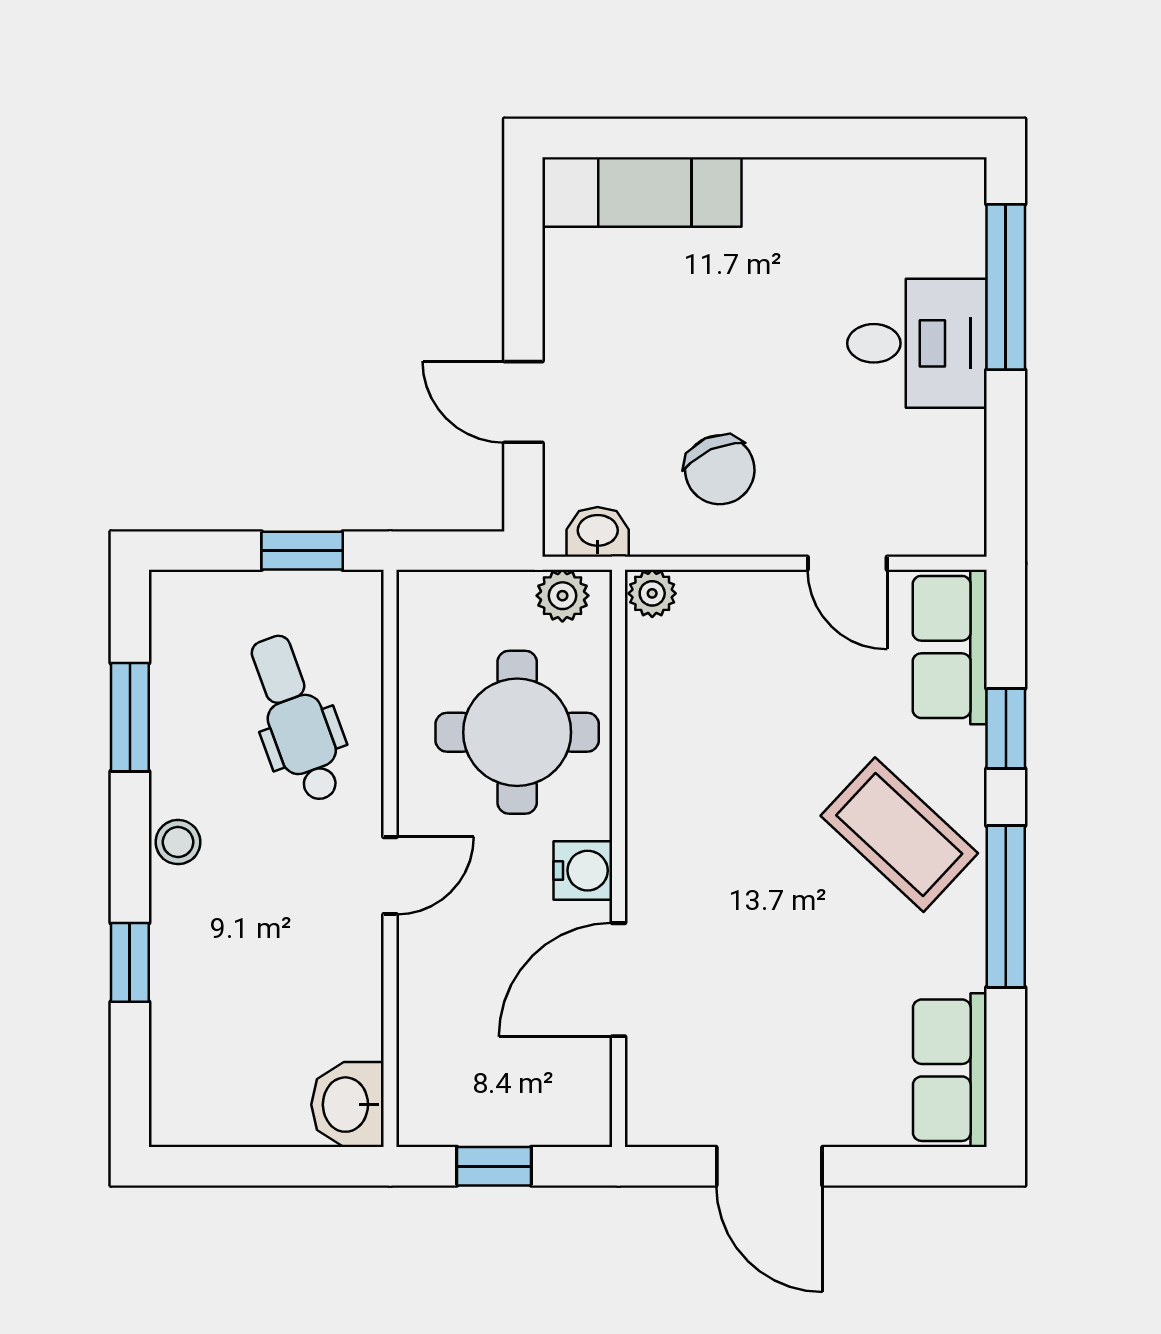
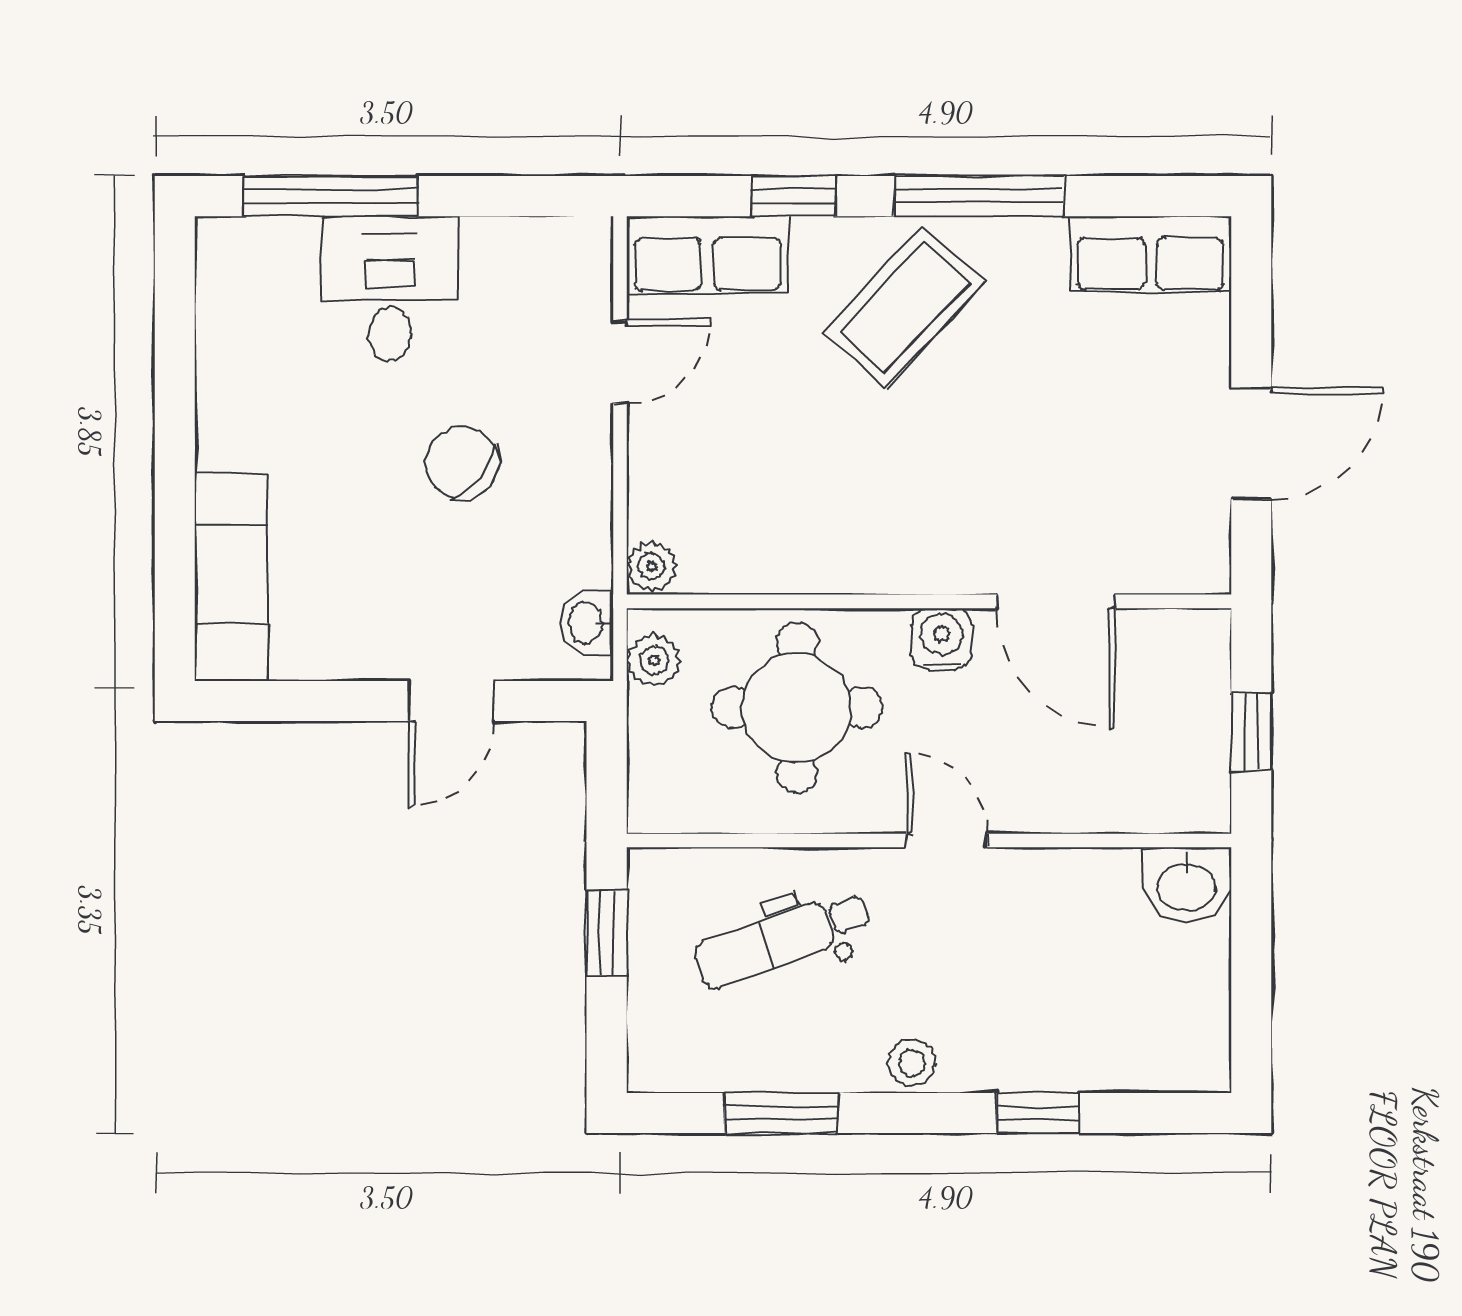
chair: (720, 470) -> (462, 463), moved, turned -117

